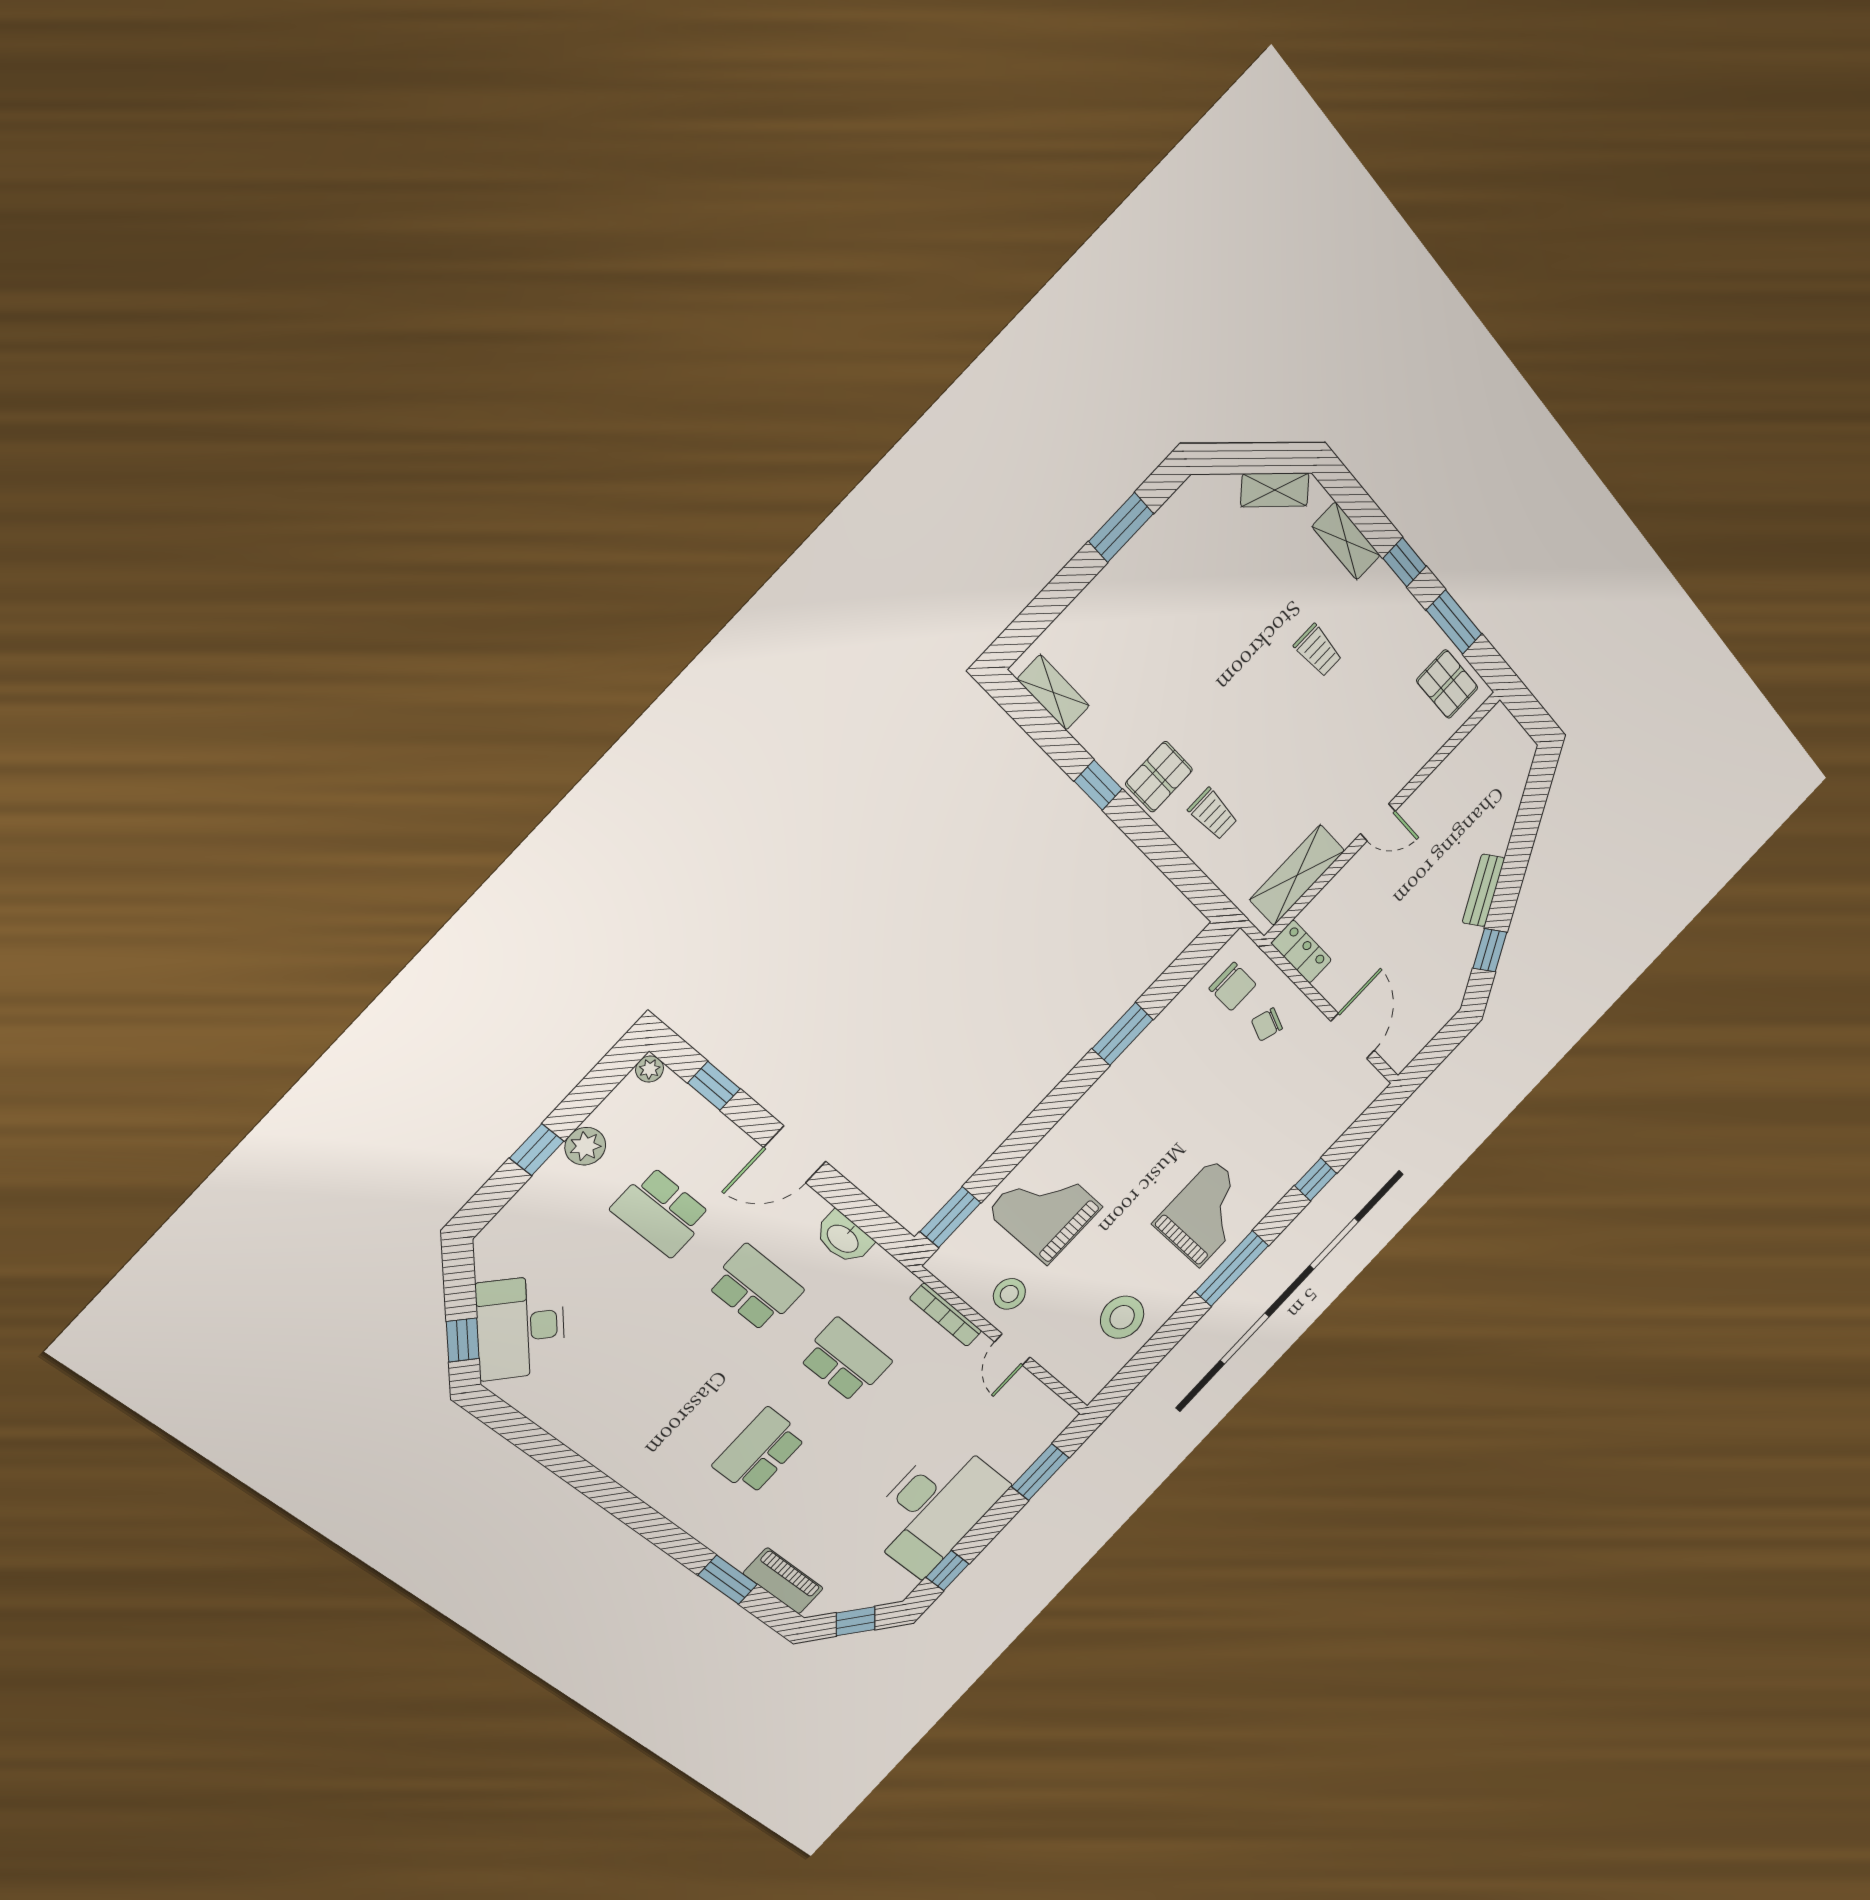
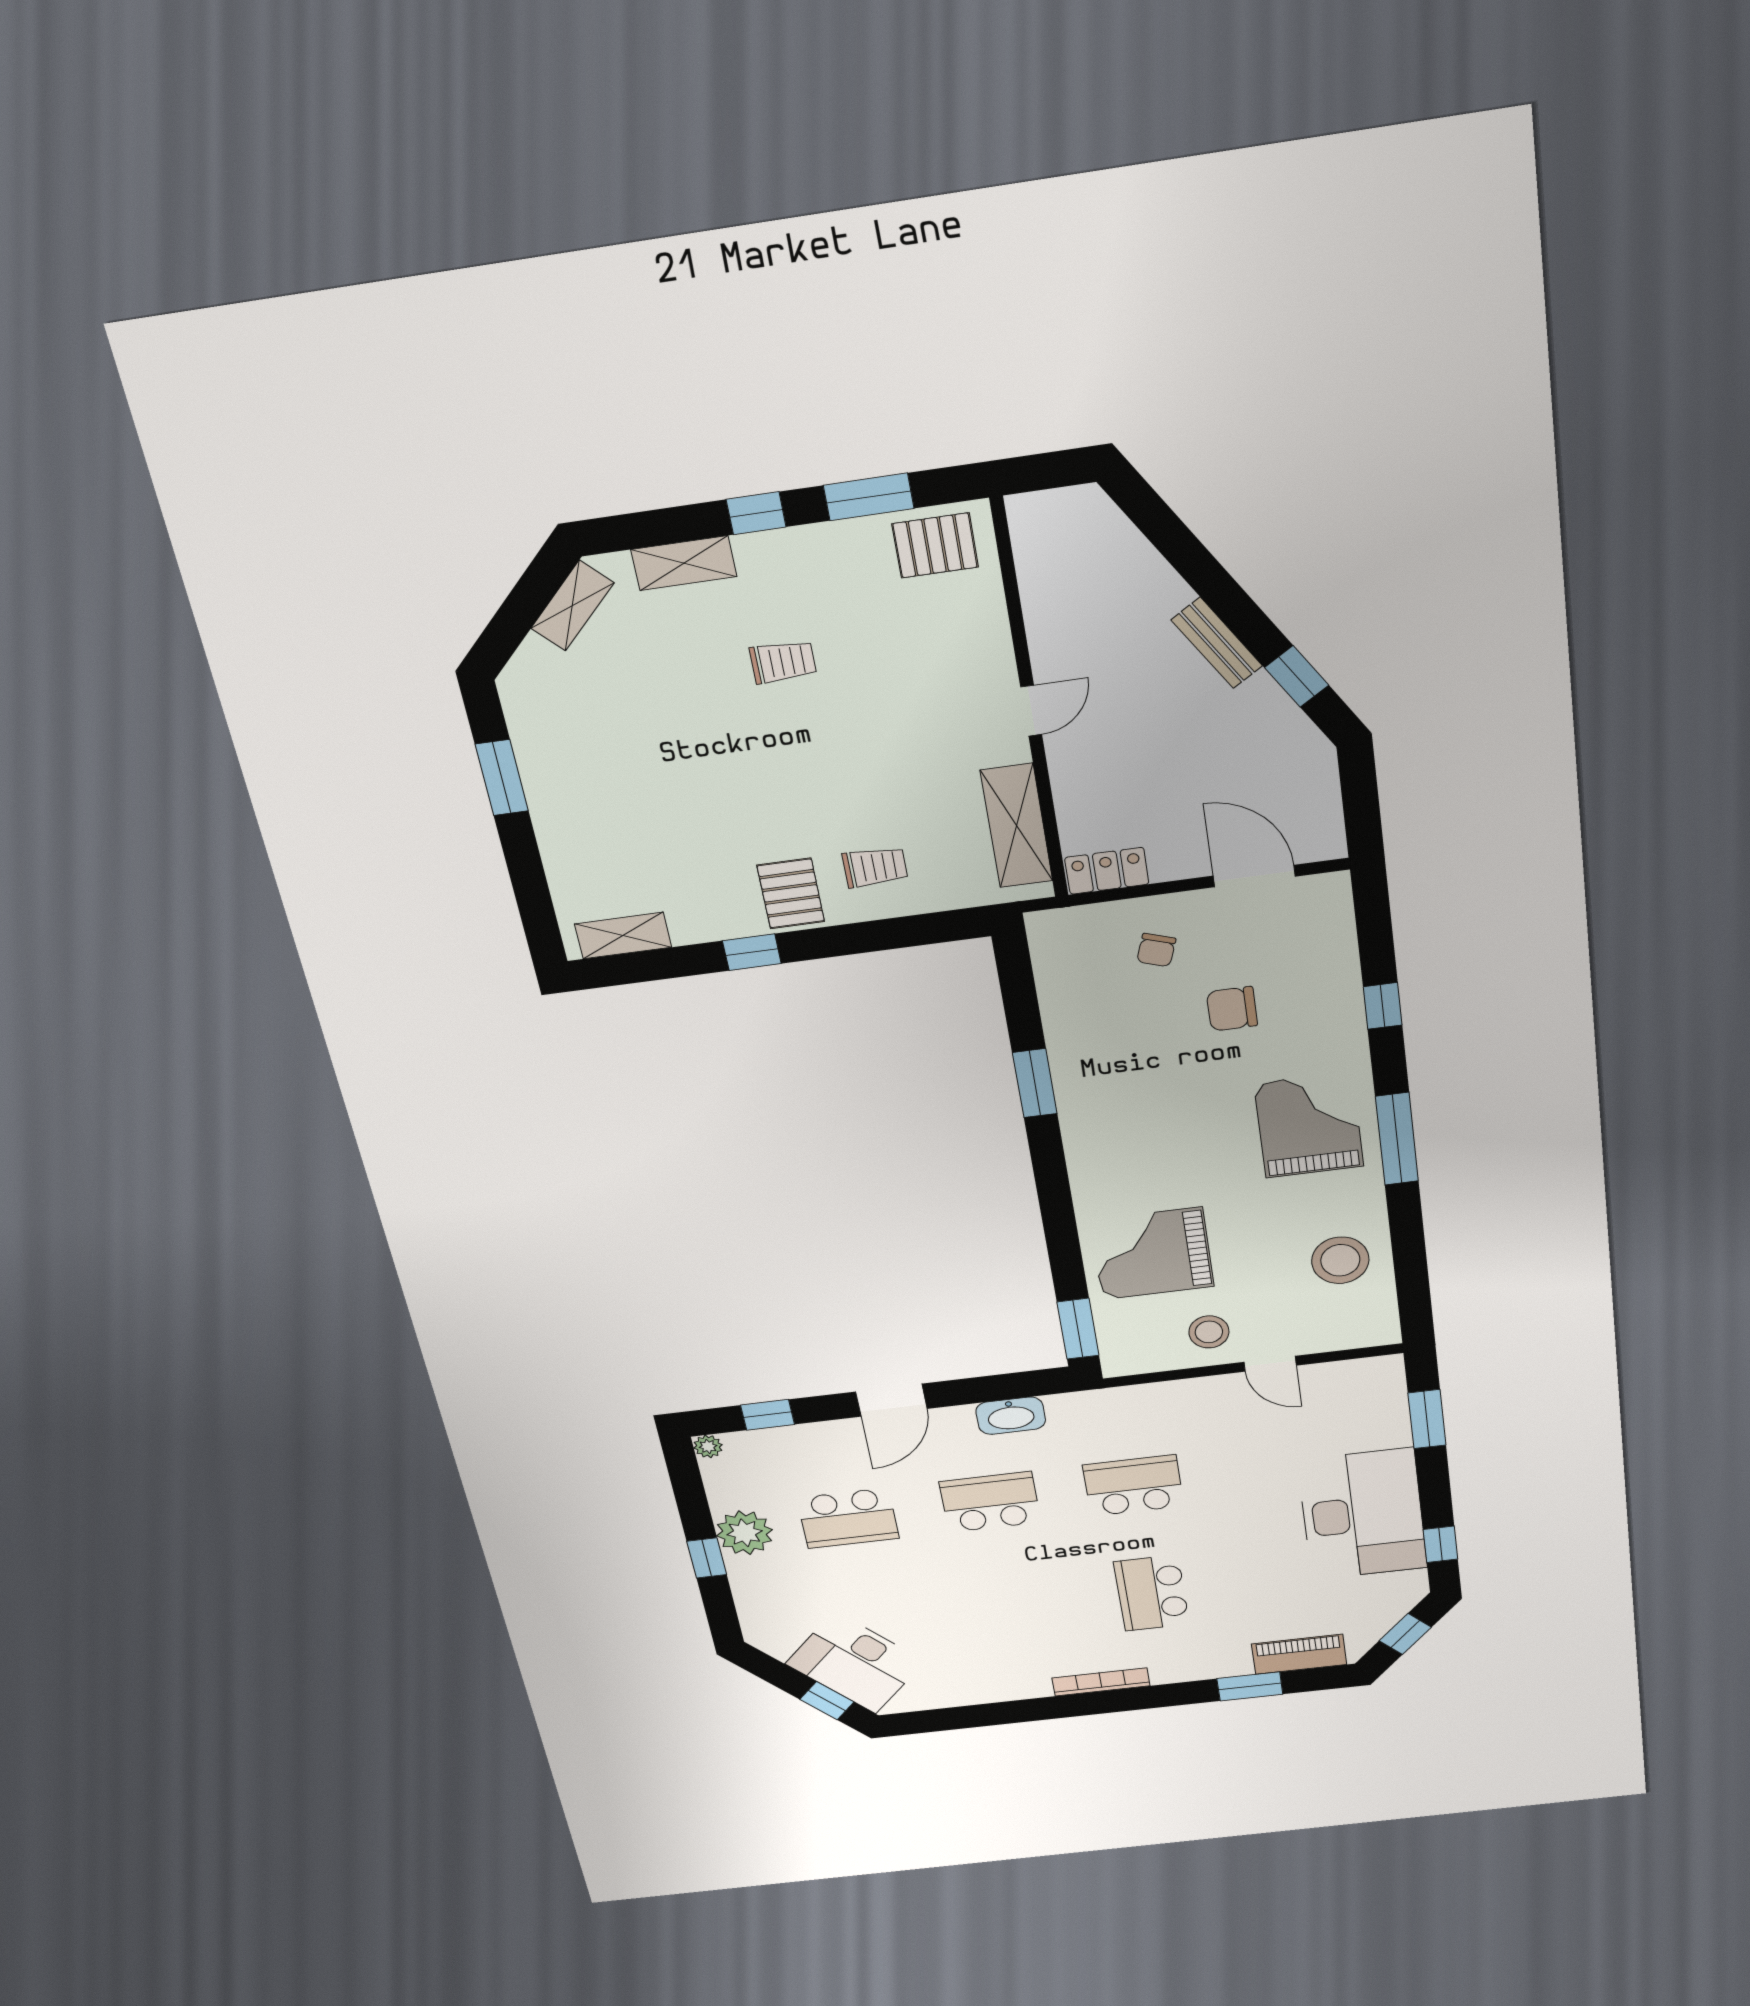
chair: (1233, 986) -> (1232, 1009), moved, turned 180
plant: (585, 1146) -> (745, 1533), width x1.36, depth x1.36
bookcase: (946, 1315) -> (1101, 1682), moved, turned 180

